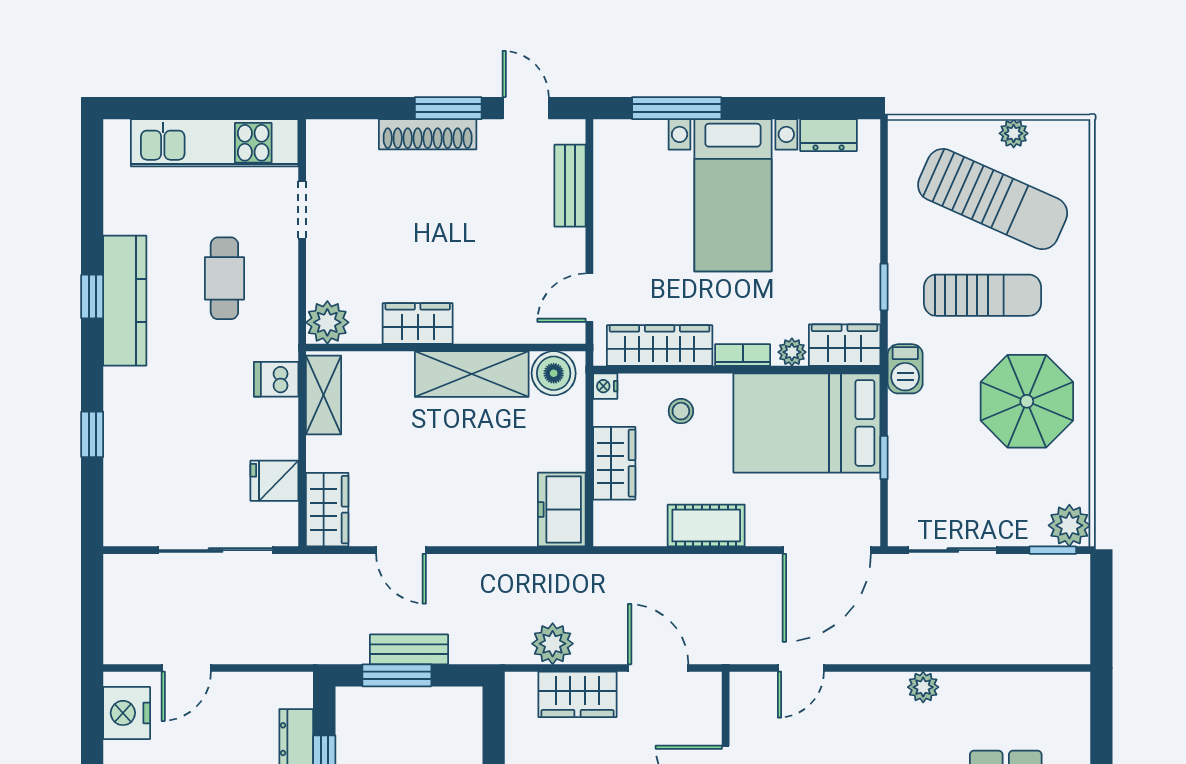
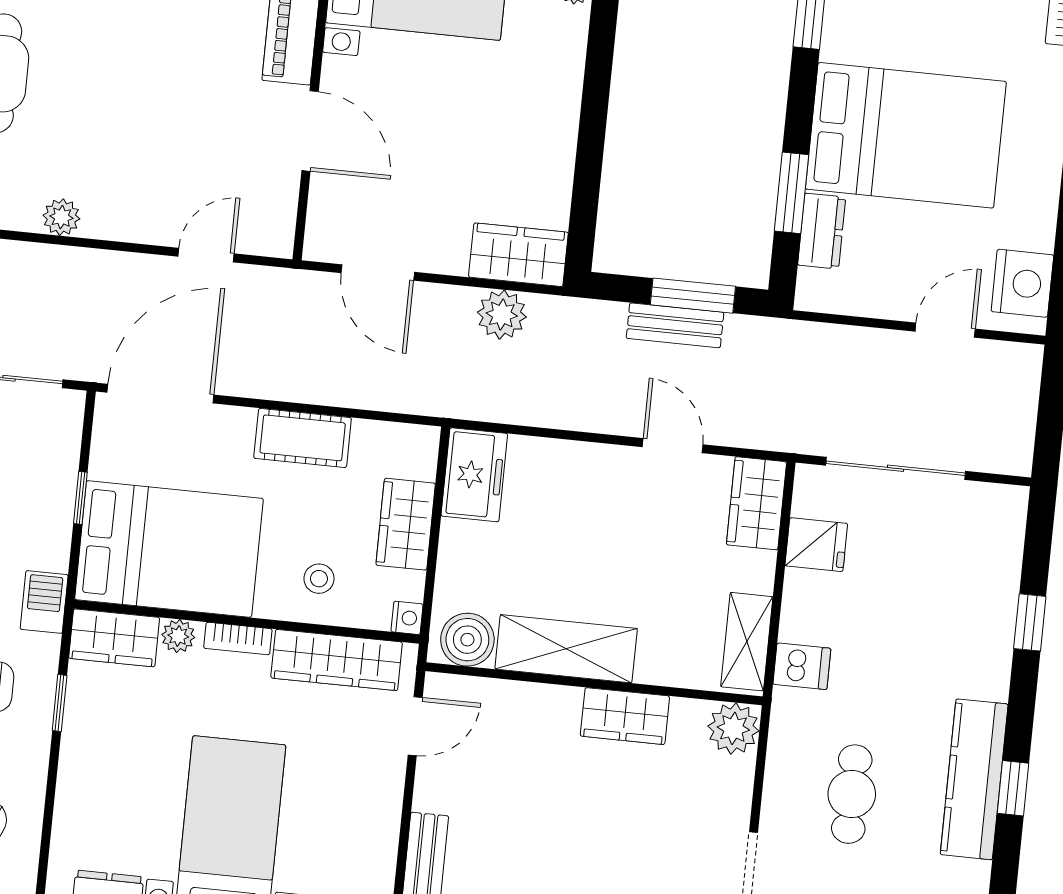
wardrobe: (578, 694) -> (518, 255), moved

